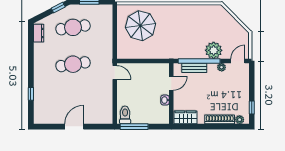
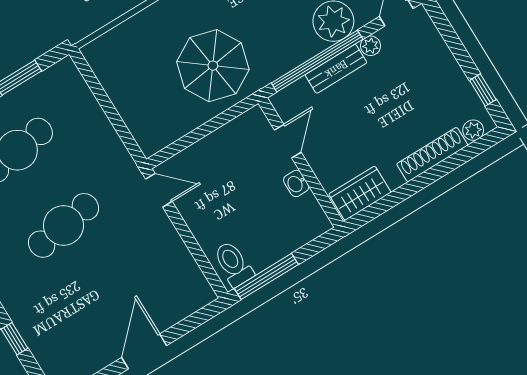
parasol: (141, 26) -> (213, 66), moved
bench: (194, 68) -> (336, 69), moved

